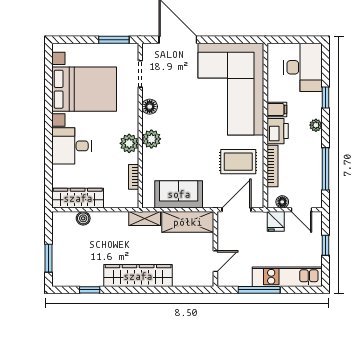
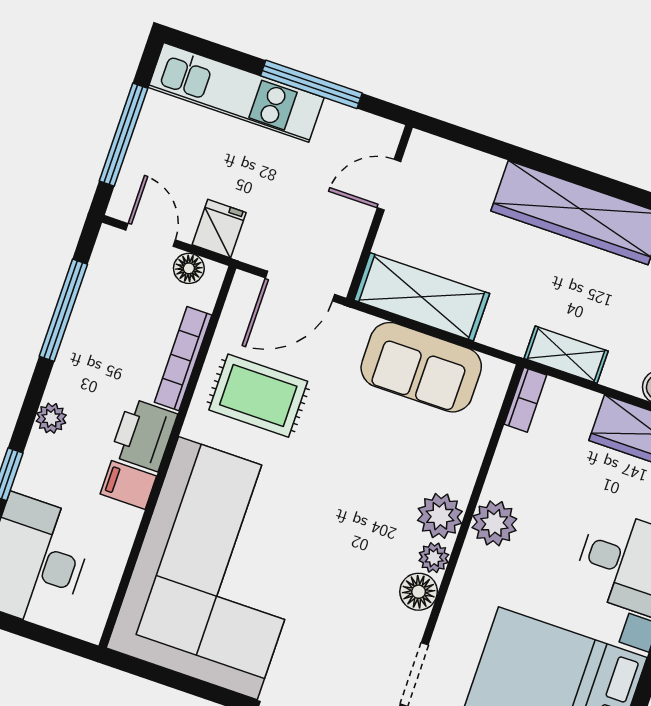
plant: (148, 122) -> (434, 558), added
bookcase: (134, 177) -> (525, 400), moved
shelving: (145, 219) -> (566, 355), moved
window: (325, 245) -> (124, 135), width x2.17

